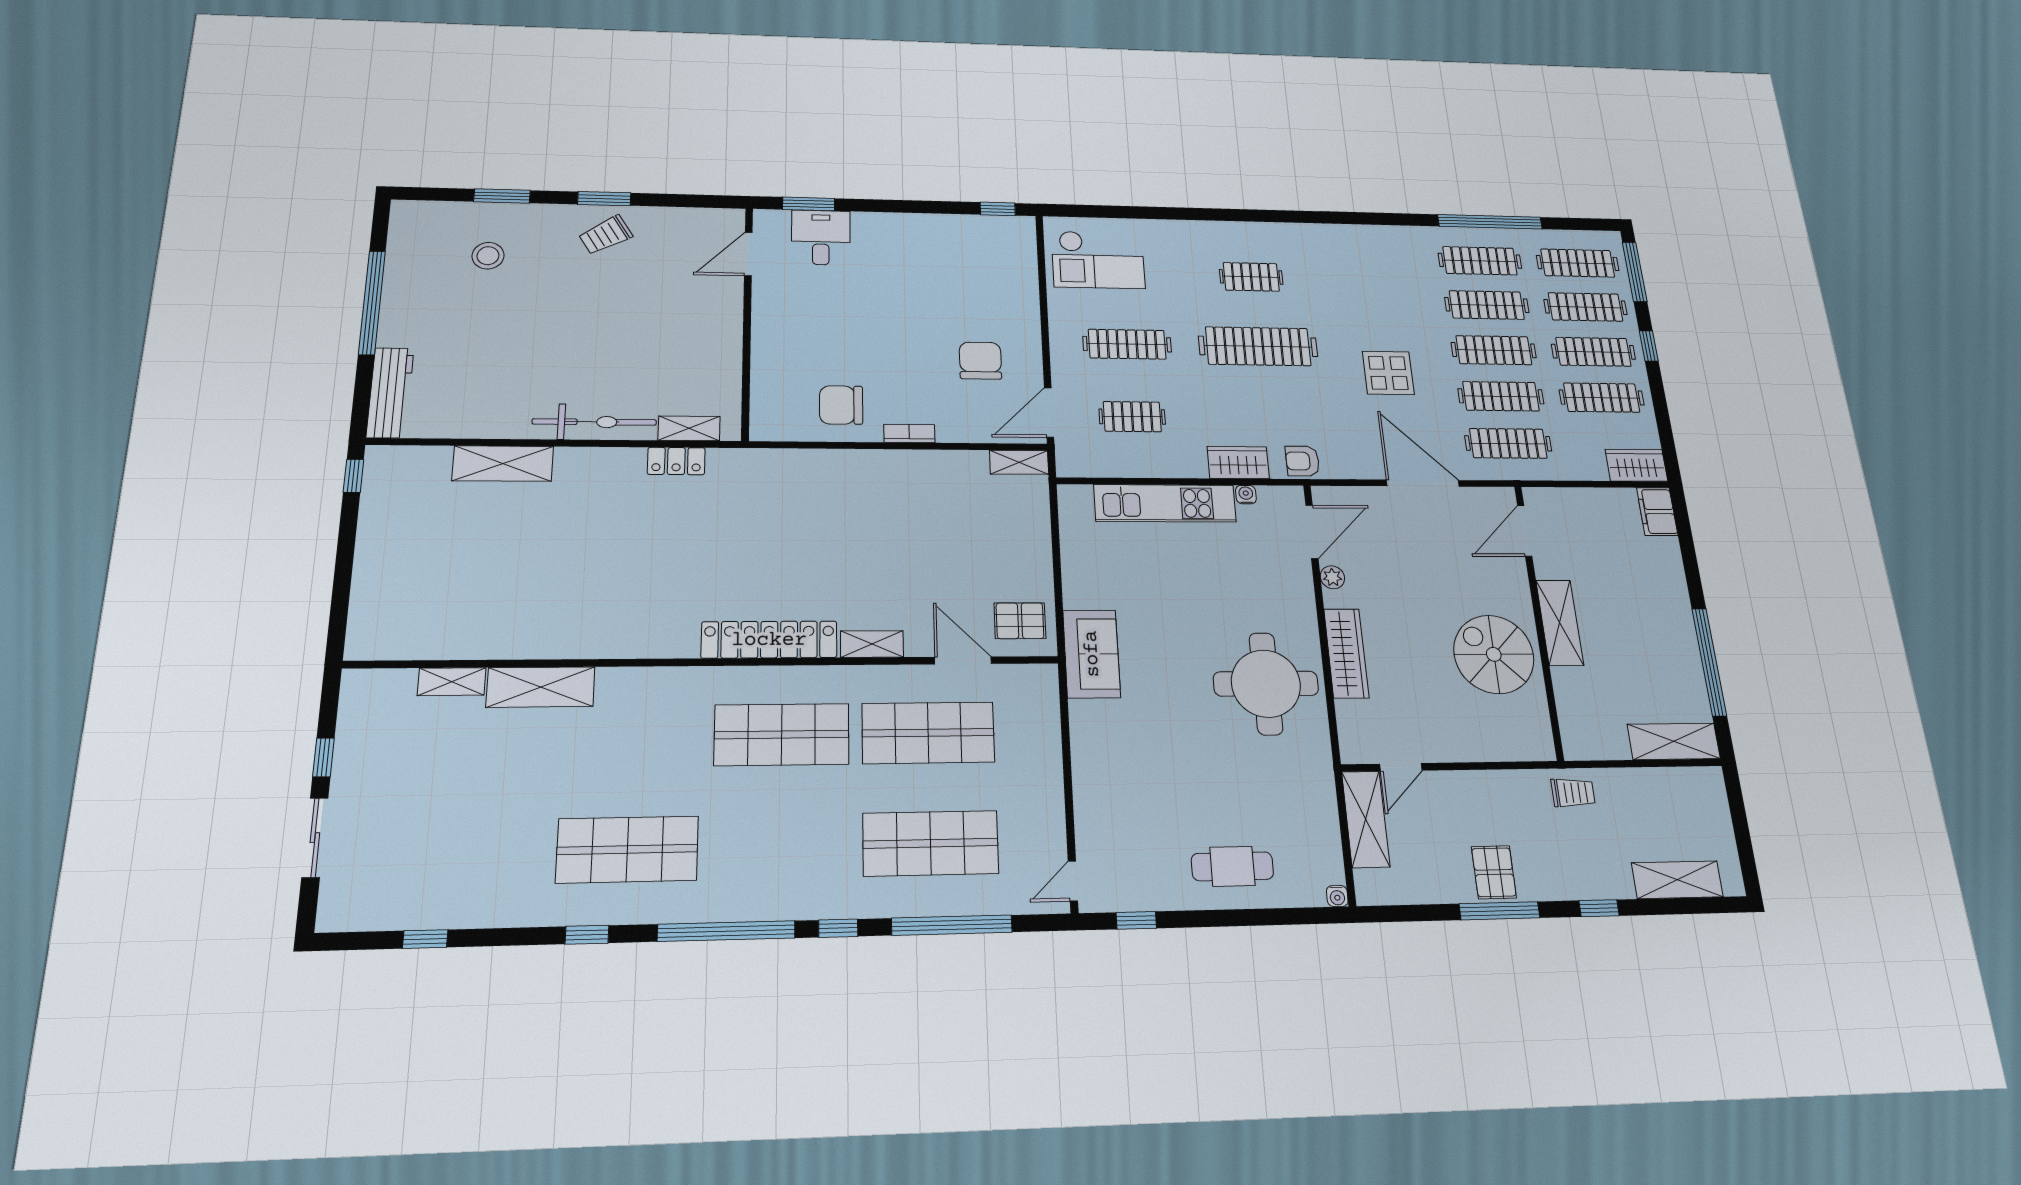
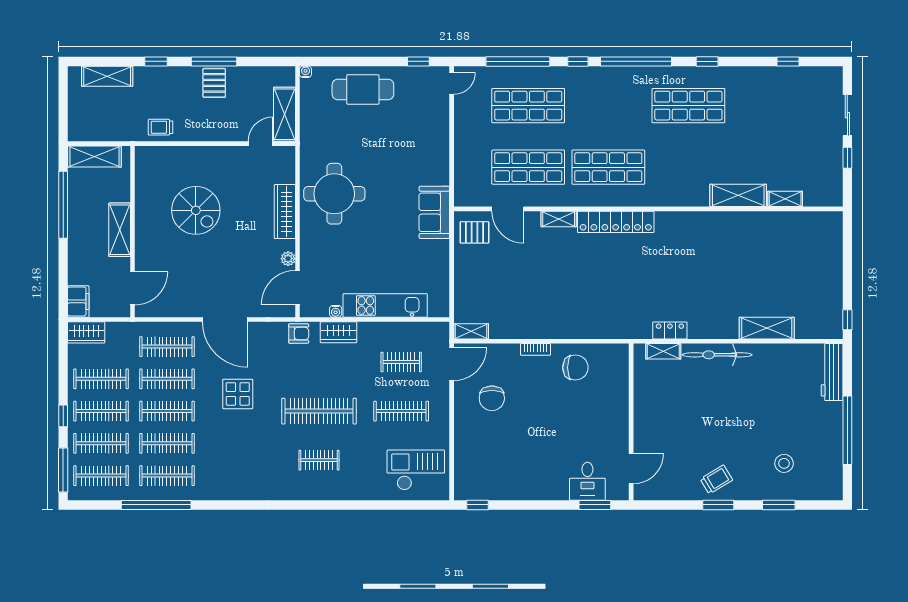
door: (1525, 531) -> (133, 288), moved
wall: (1539, 620) -> (133, 232), moved
shelving: (1560, 623) -> (120, 230), moved
cafe table: (1232, 866) -> (363, 89), width x1.37, depth x1.35

